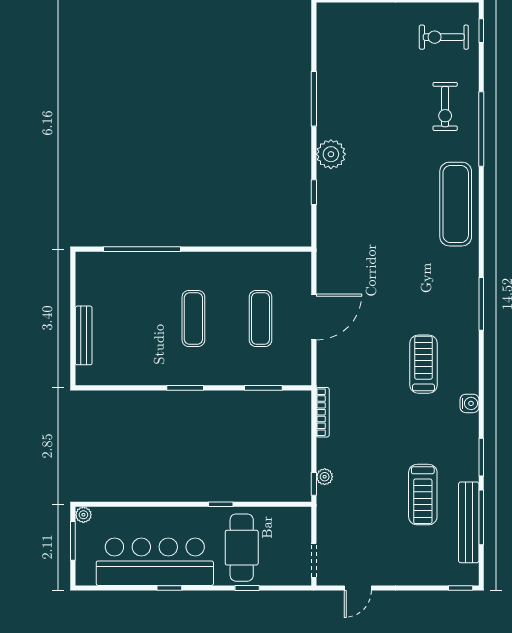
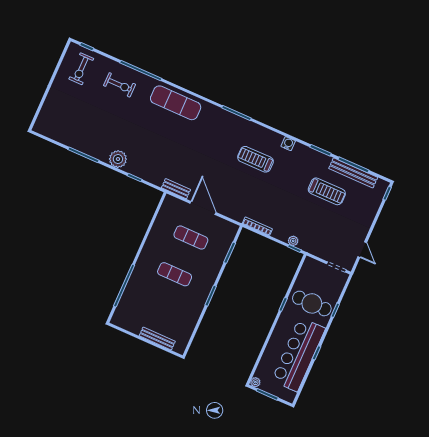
bench: (325, 263) -> (176, 189), added

